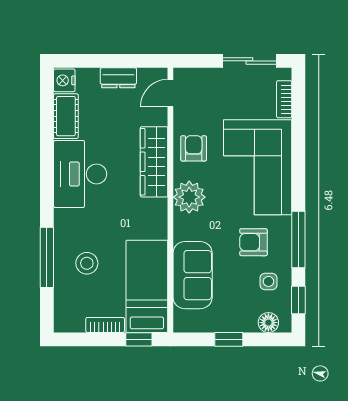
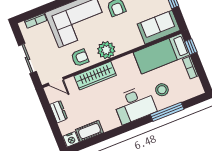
sliding door: (249, 61) -> (27, 58), moved
armchair: (194, 148) -> (80, 58), turned 180
desk: (80, 174) -> (134, 105), moved
sofa: (193, 275) -> (159, 27), moved

